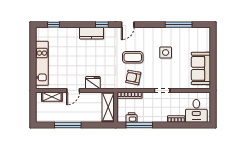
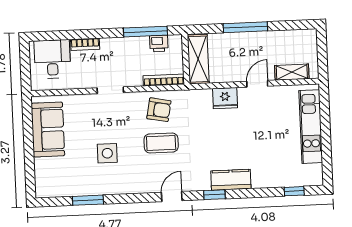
window: (179, 25) -> (88, 200), width x0.69
window: (68, 125) -> (245, 27), moved

